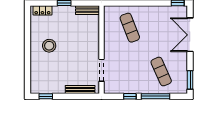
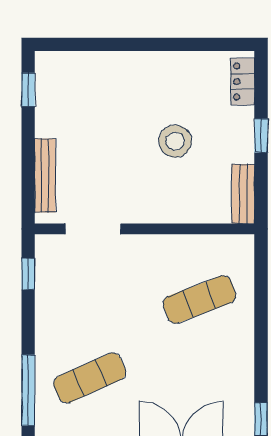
stool: (49, 46) -> (175, 141), moved
window: (130, 96) -> (28, 274), moved
window: (155, 96) -> (28, 390), moved

